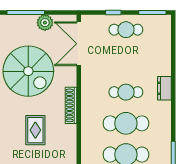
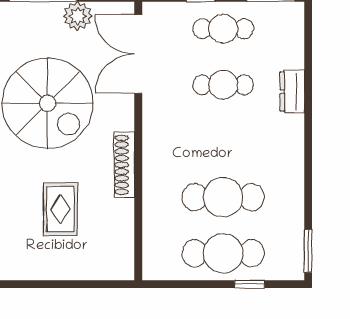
dresser: (164, 88) -> (292, 92), moved
cafe table: (126, 92) -> (223, 85), moved

